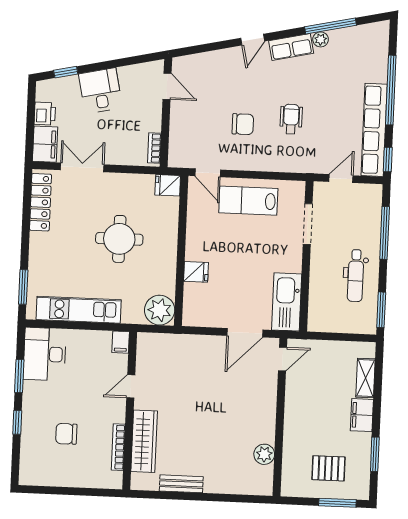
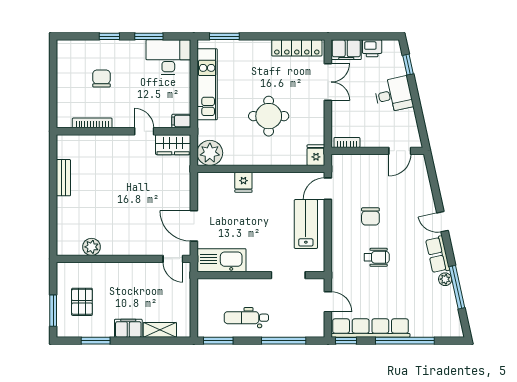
wardrobe: (144, 441) -> (173, 145), moved, width x0.67

